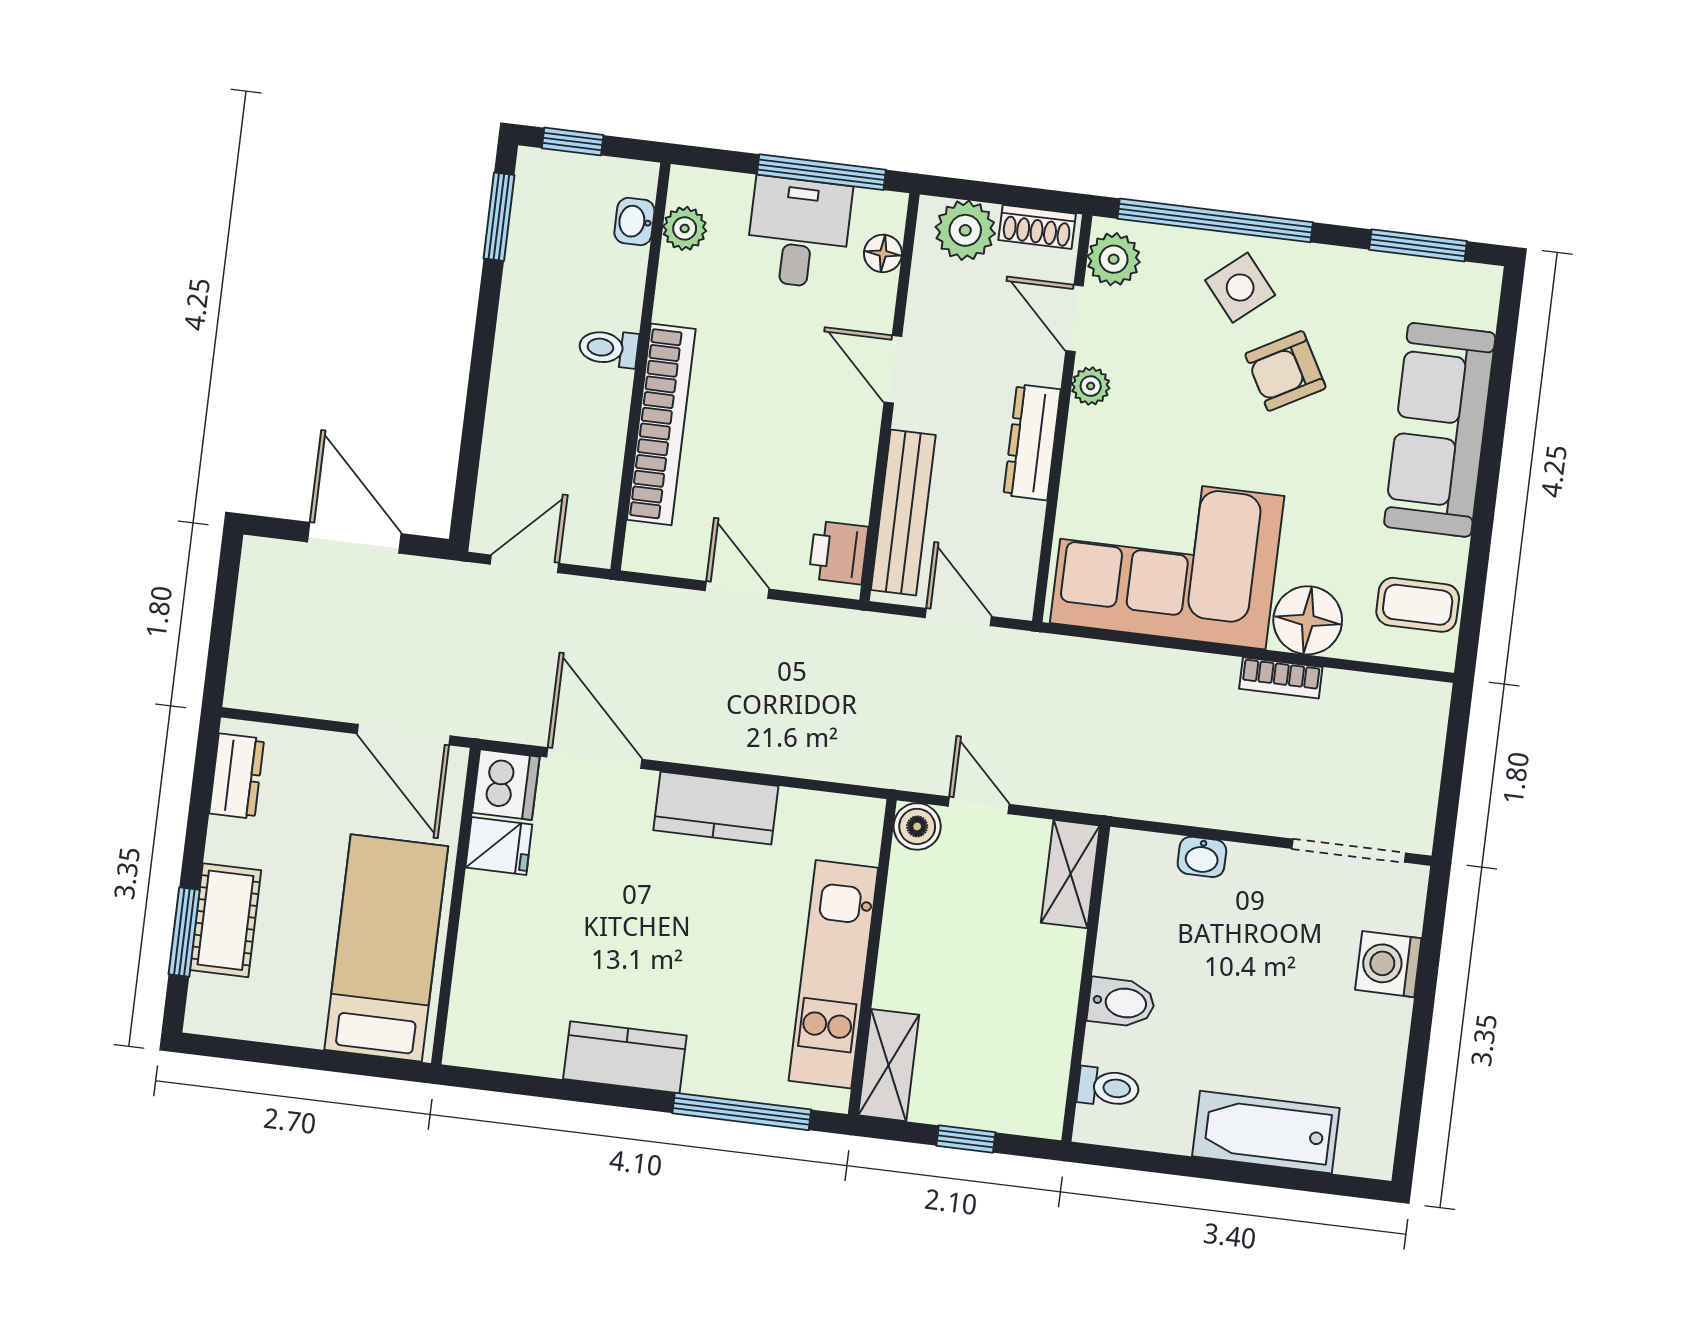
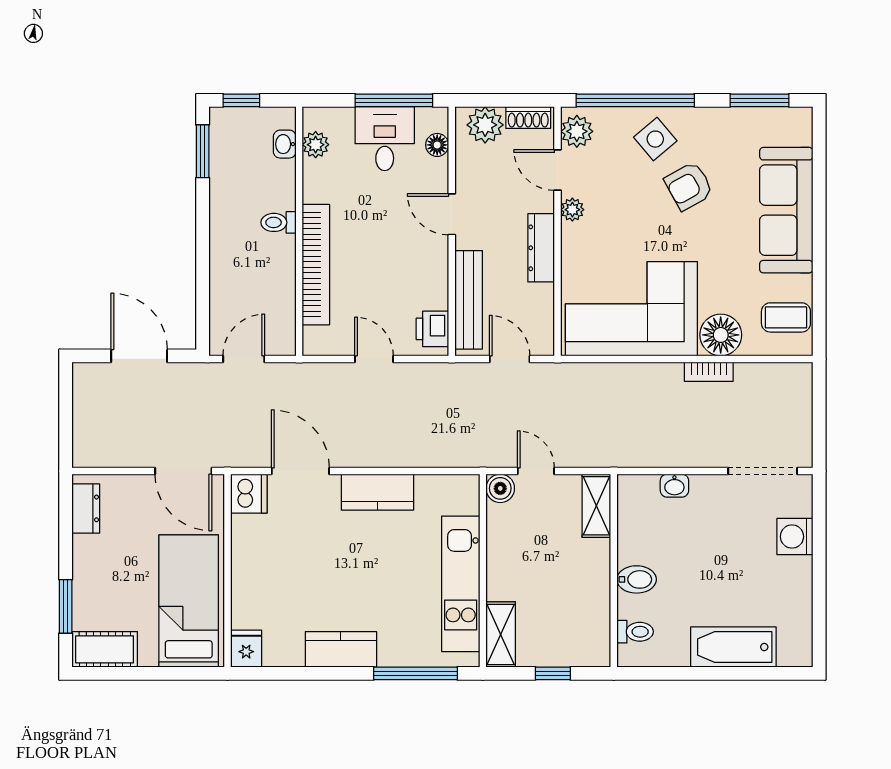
fridge: (499, 846) -> (246, 649), moved, turned -90
cot: (226, 920) -> (105, 649), moved, turned 90

